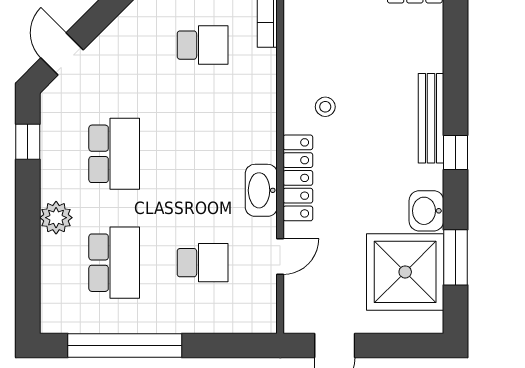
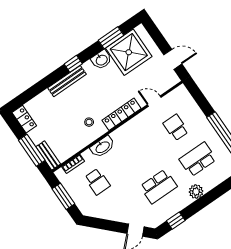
school desk: (203, 45) -> (97, 182), turned 180
school desk: (114, 154) -> (159, 186), turned 180
washbasin: (261, 190) -> (102, 147), moved

